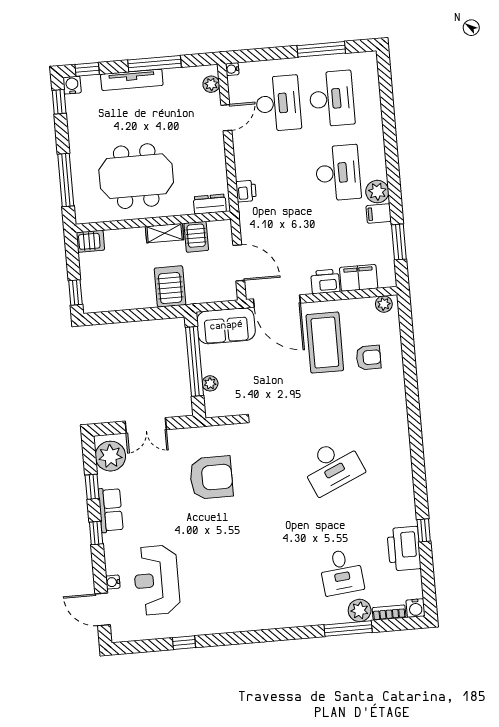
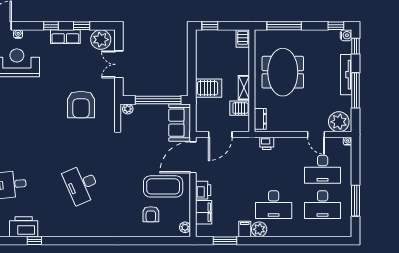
plant: (211, 84) -> (339, 122), width x1.87, depth x1.87
plant: (210, 383) -> (128, 109), moved

